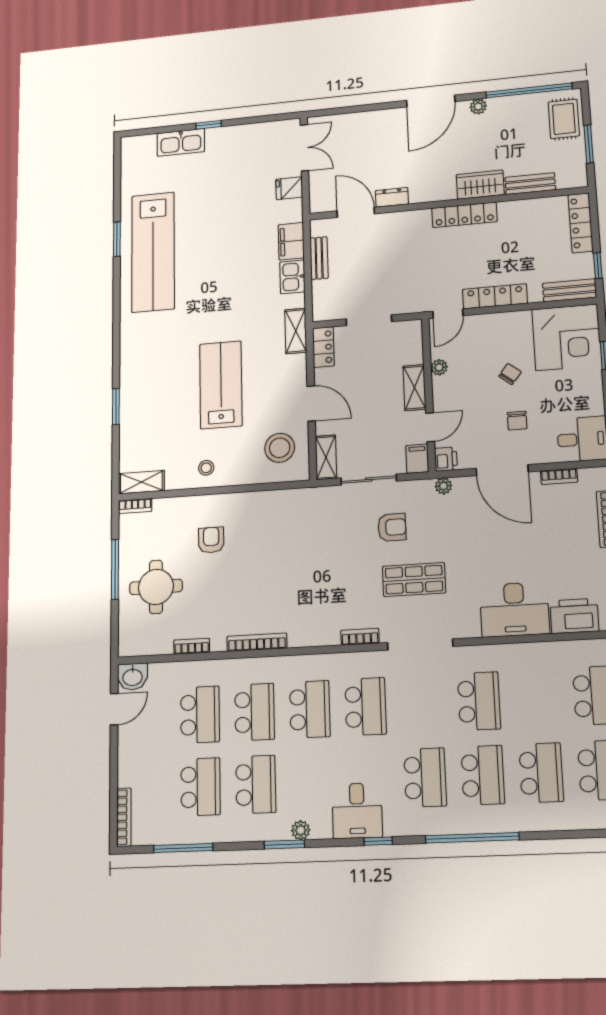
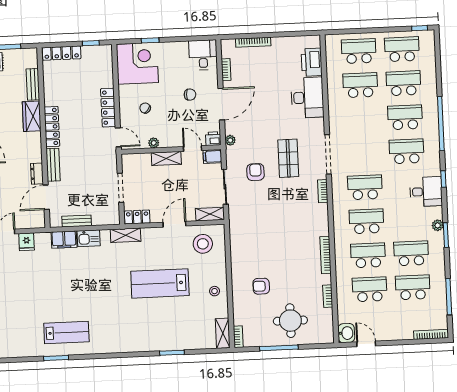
lab bench: (153, 252) -> (66, 333), width x0.54, depth x0.72
bench: (570, 290) -> (53, 165), moved
chair: (510, 374) -> (145, 108), moved
school desk: (479, 701) -> (360, 85), moved

